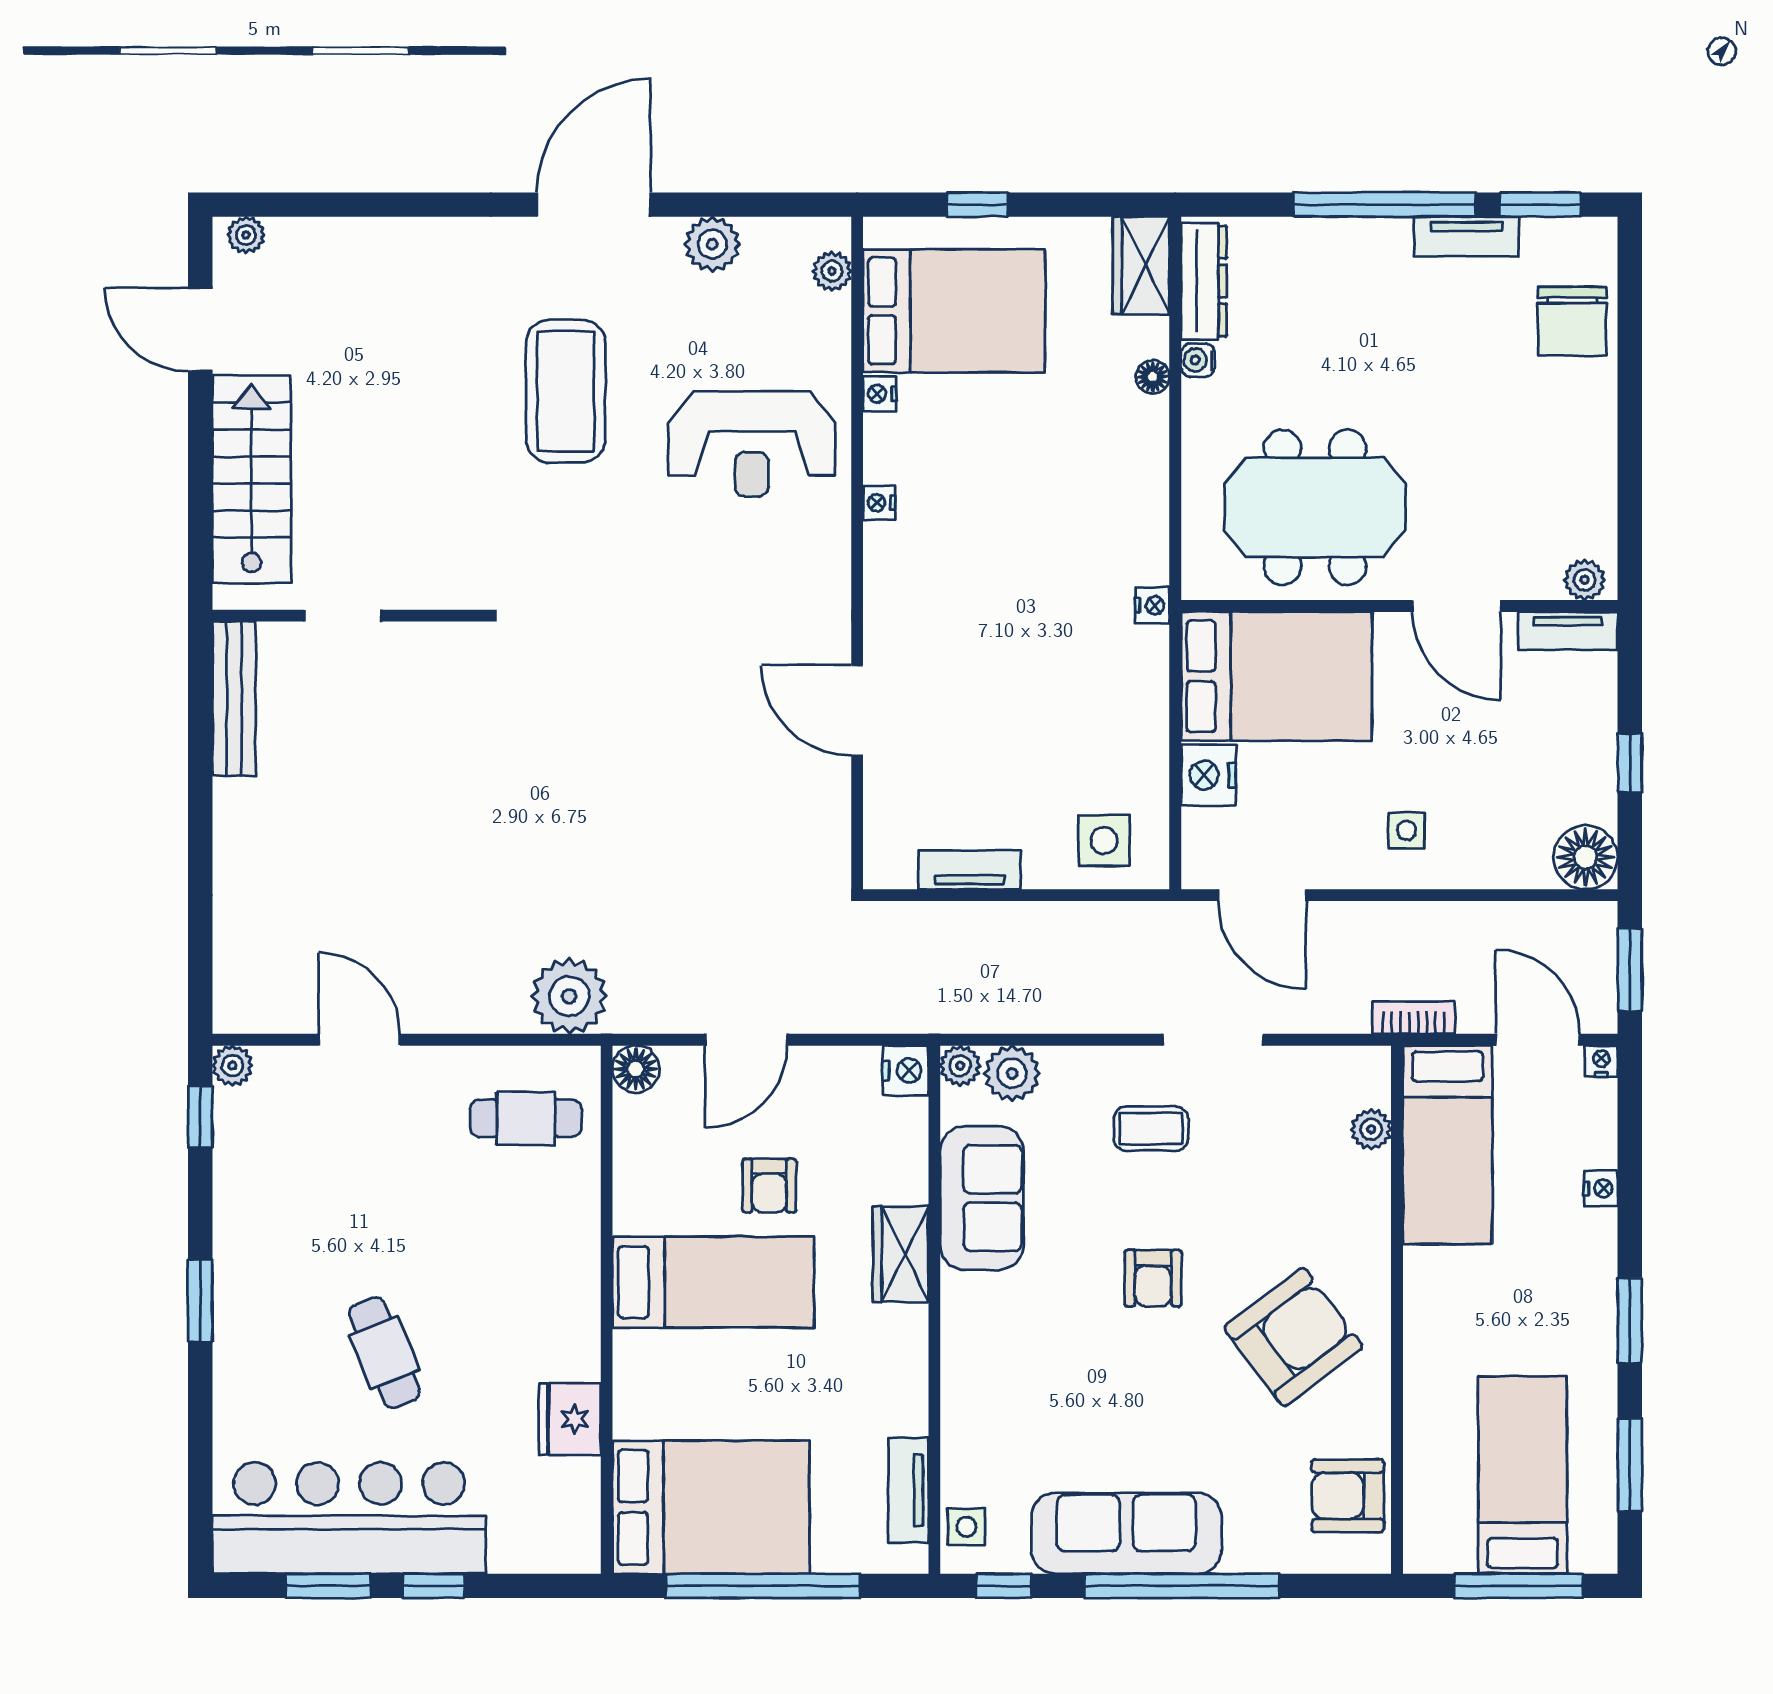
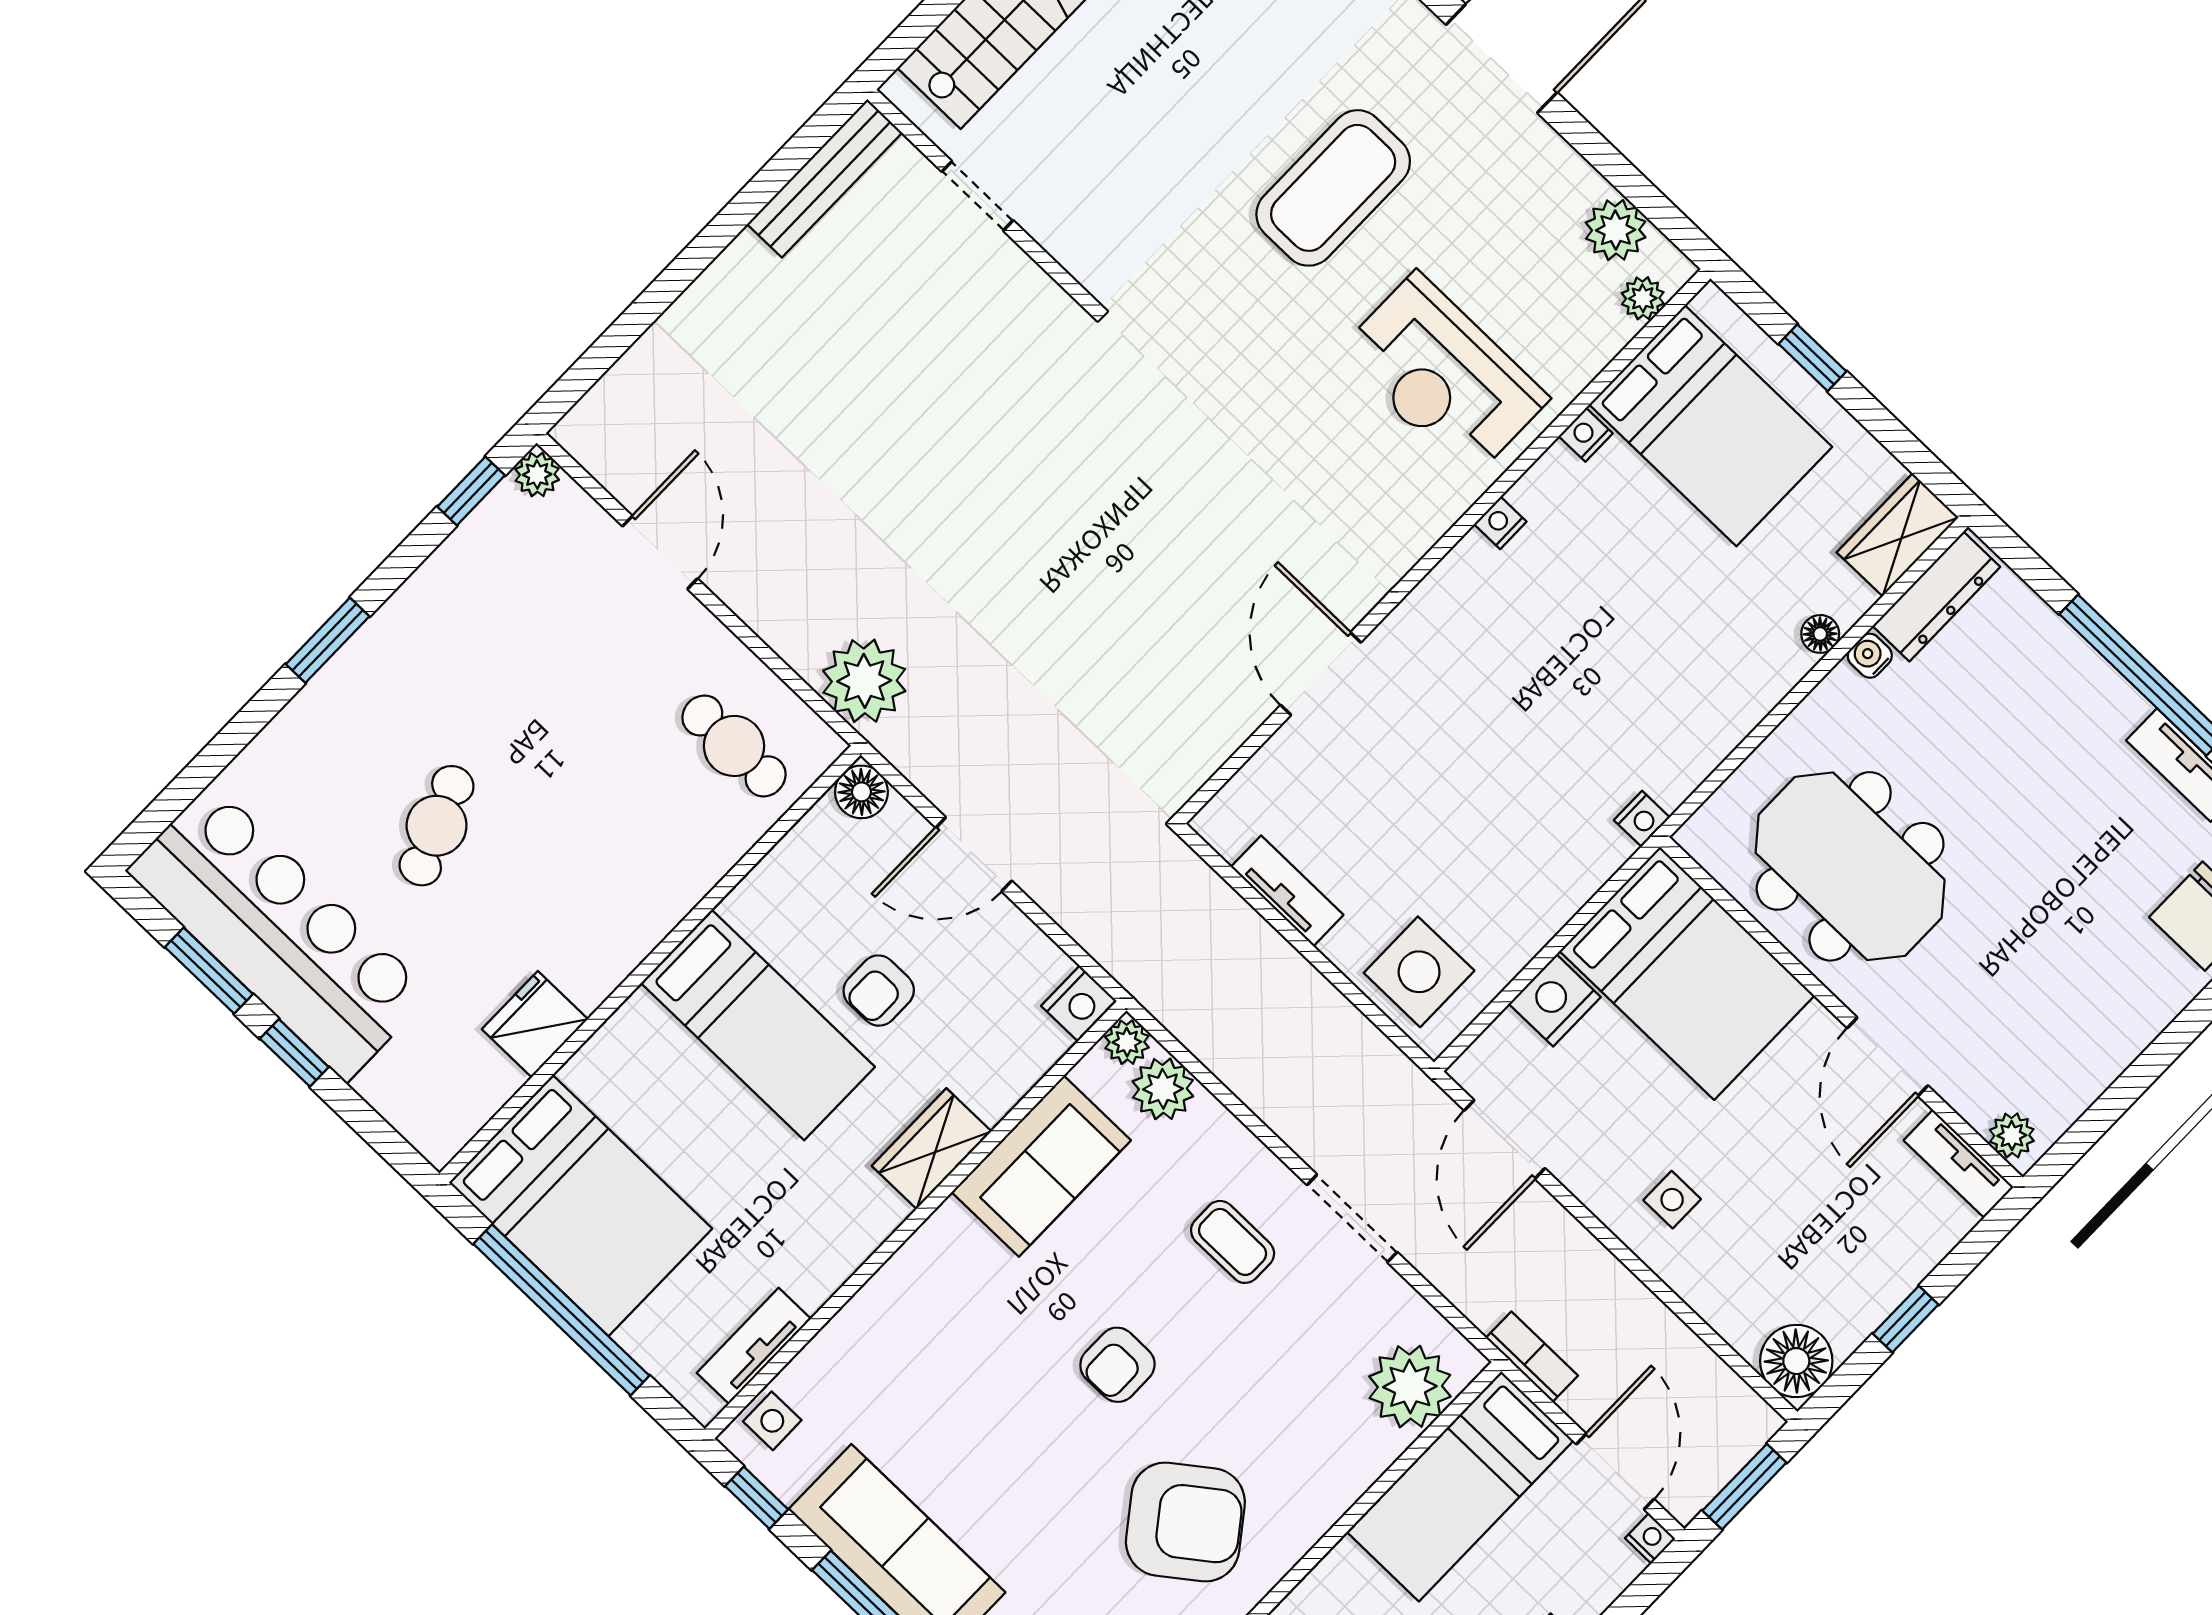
plant: (712, 244) -> (1616, 230), moved
side table: (1104, 840) -> (1419, 972), width x1.37, depth x1.37
plant: (1371, 1129) -> (1410, 1387), width x1.88, depth x1.88

